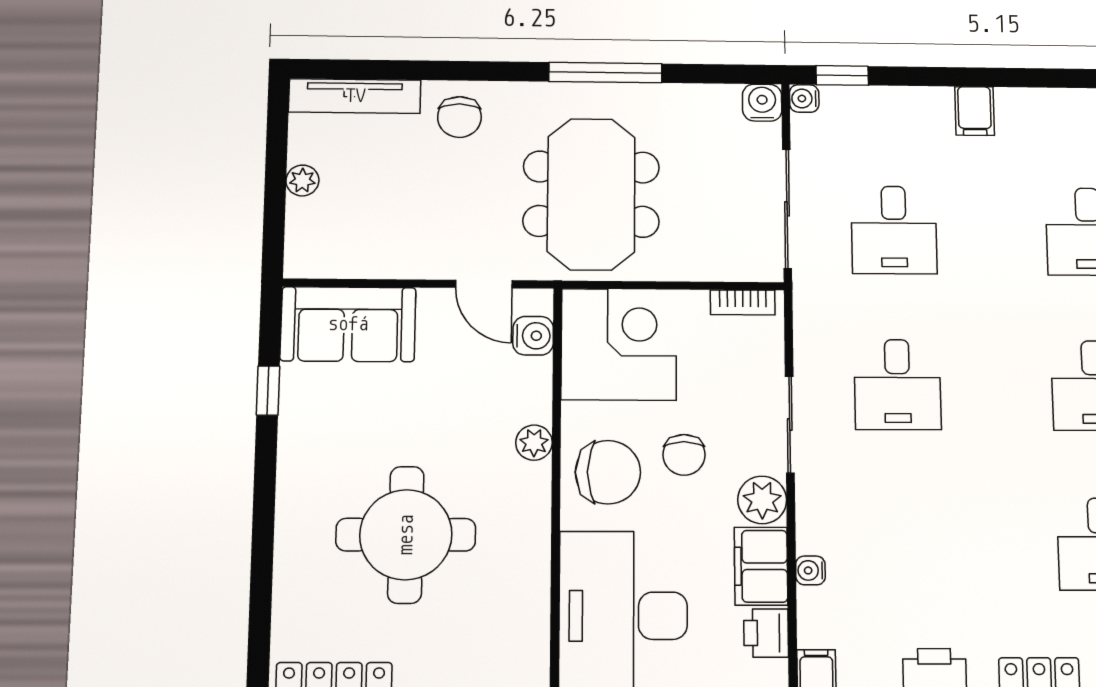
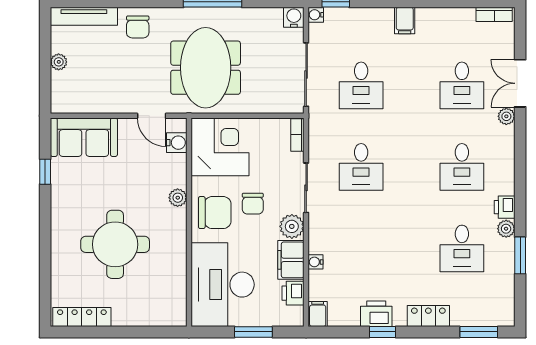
bookcase: (743, 302) -> (297, 135), moved, turned 90

